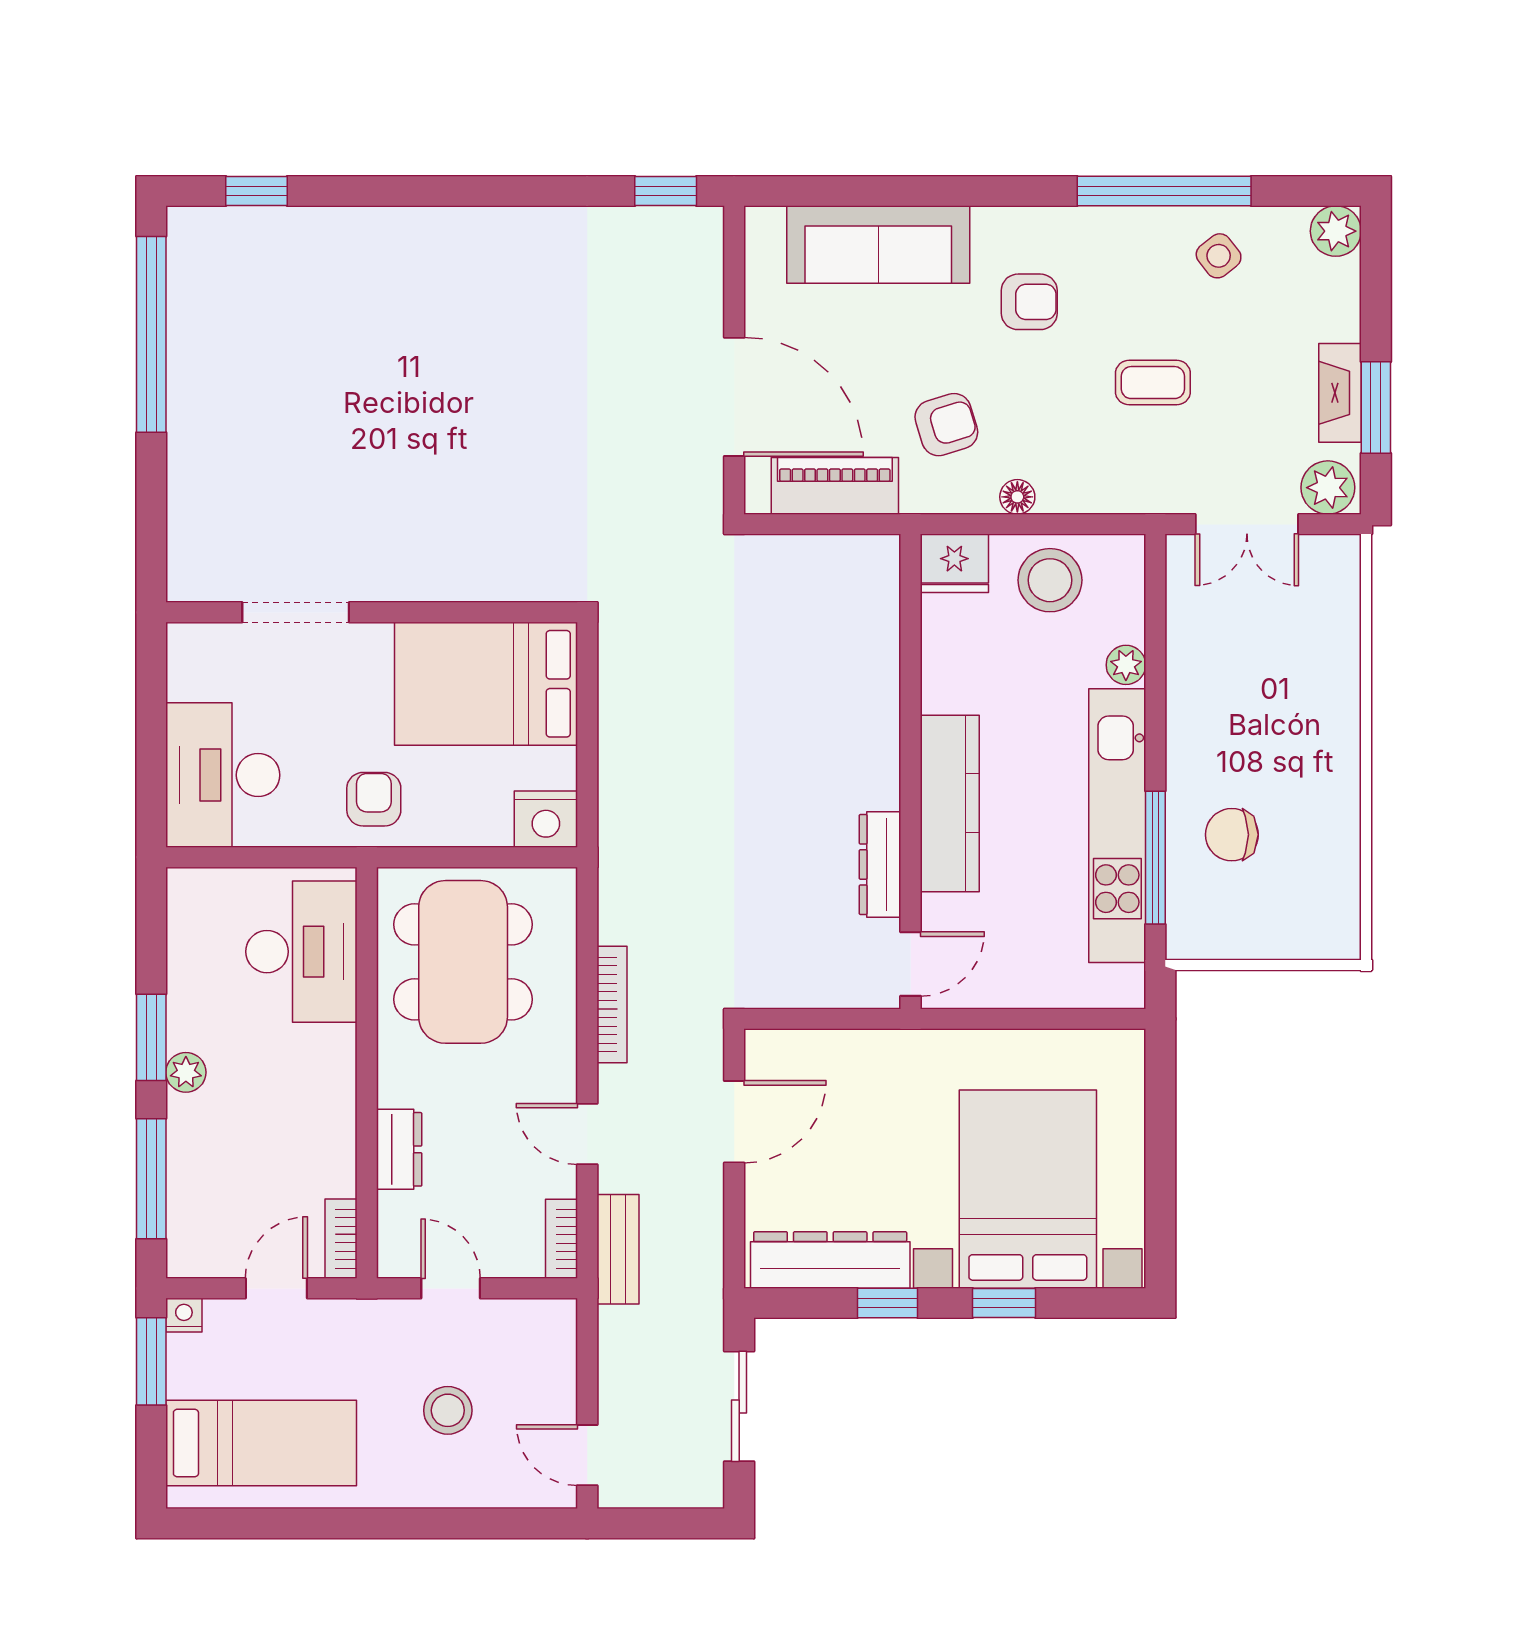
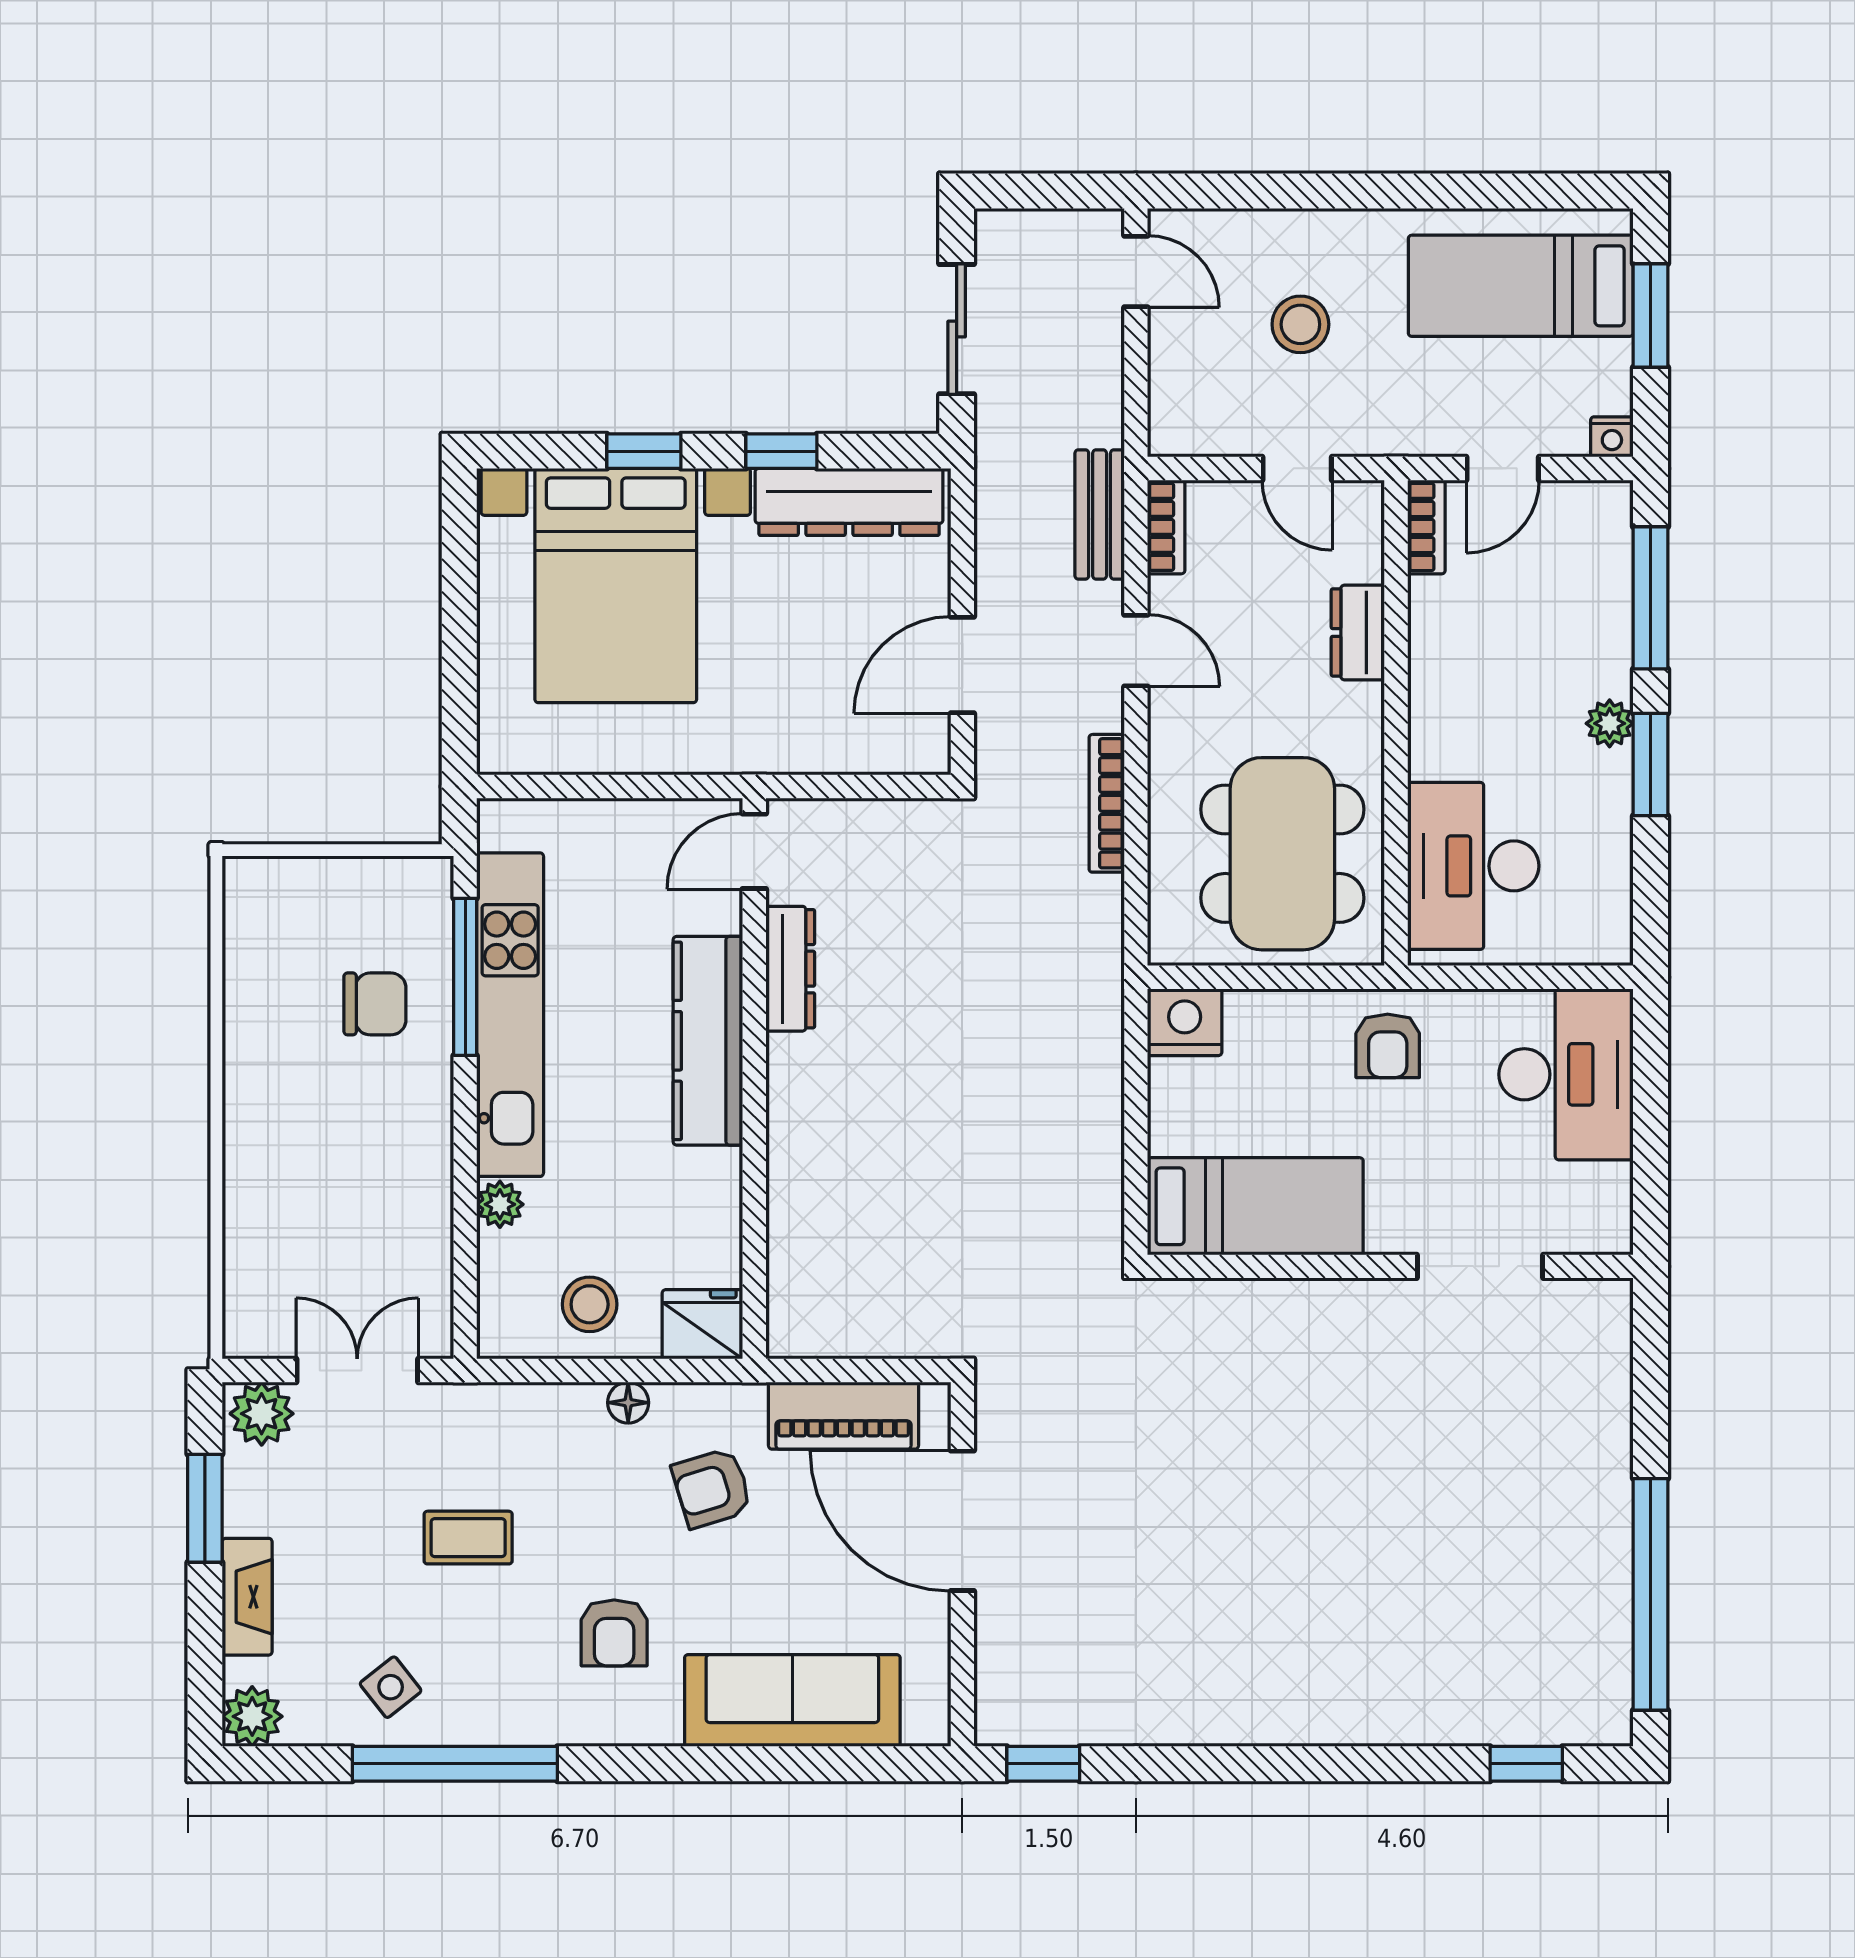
armchair: (1029, 302) -> (614, 1633), turned -90
fireplace: (1340, 393) -> (247, 1597), moved
stool: (1050, 580) -> (590, 1304), width x0.73, depth x0.73
bed: (486, 684) -> (1255, 1206), width x0.67
window: (151, 1361) -> (1650, 315), moved

